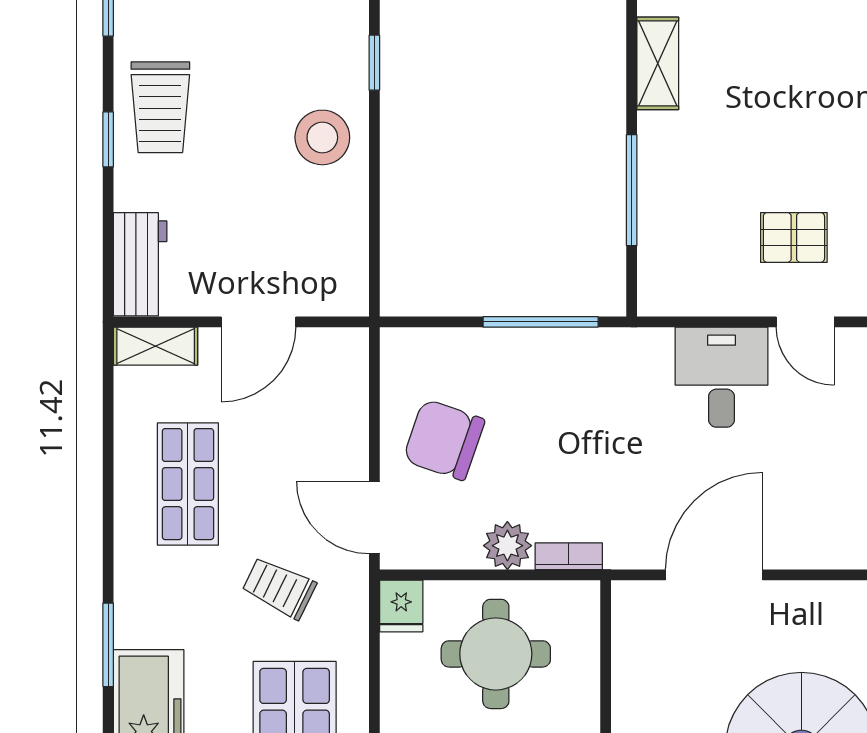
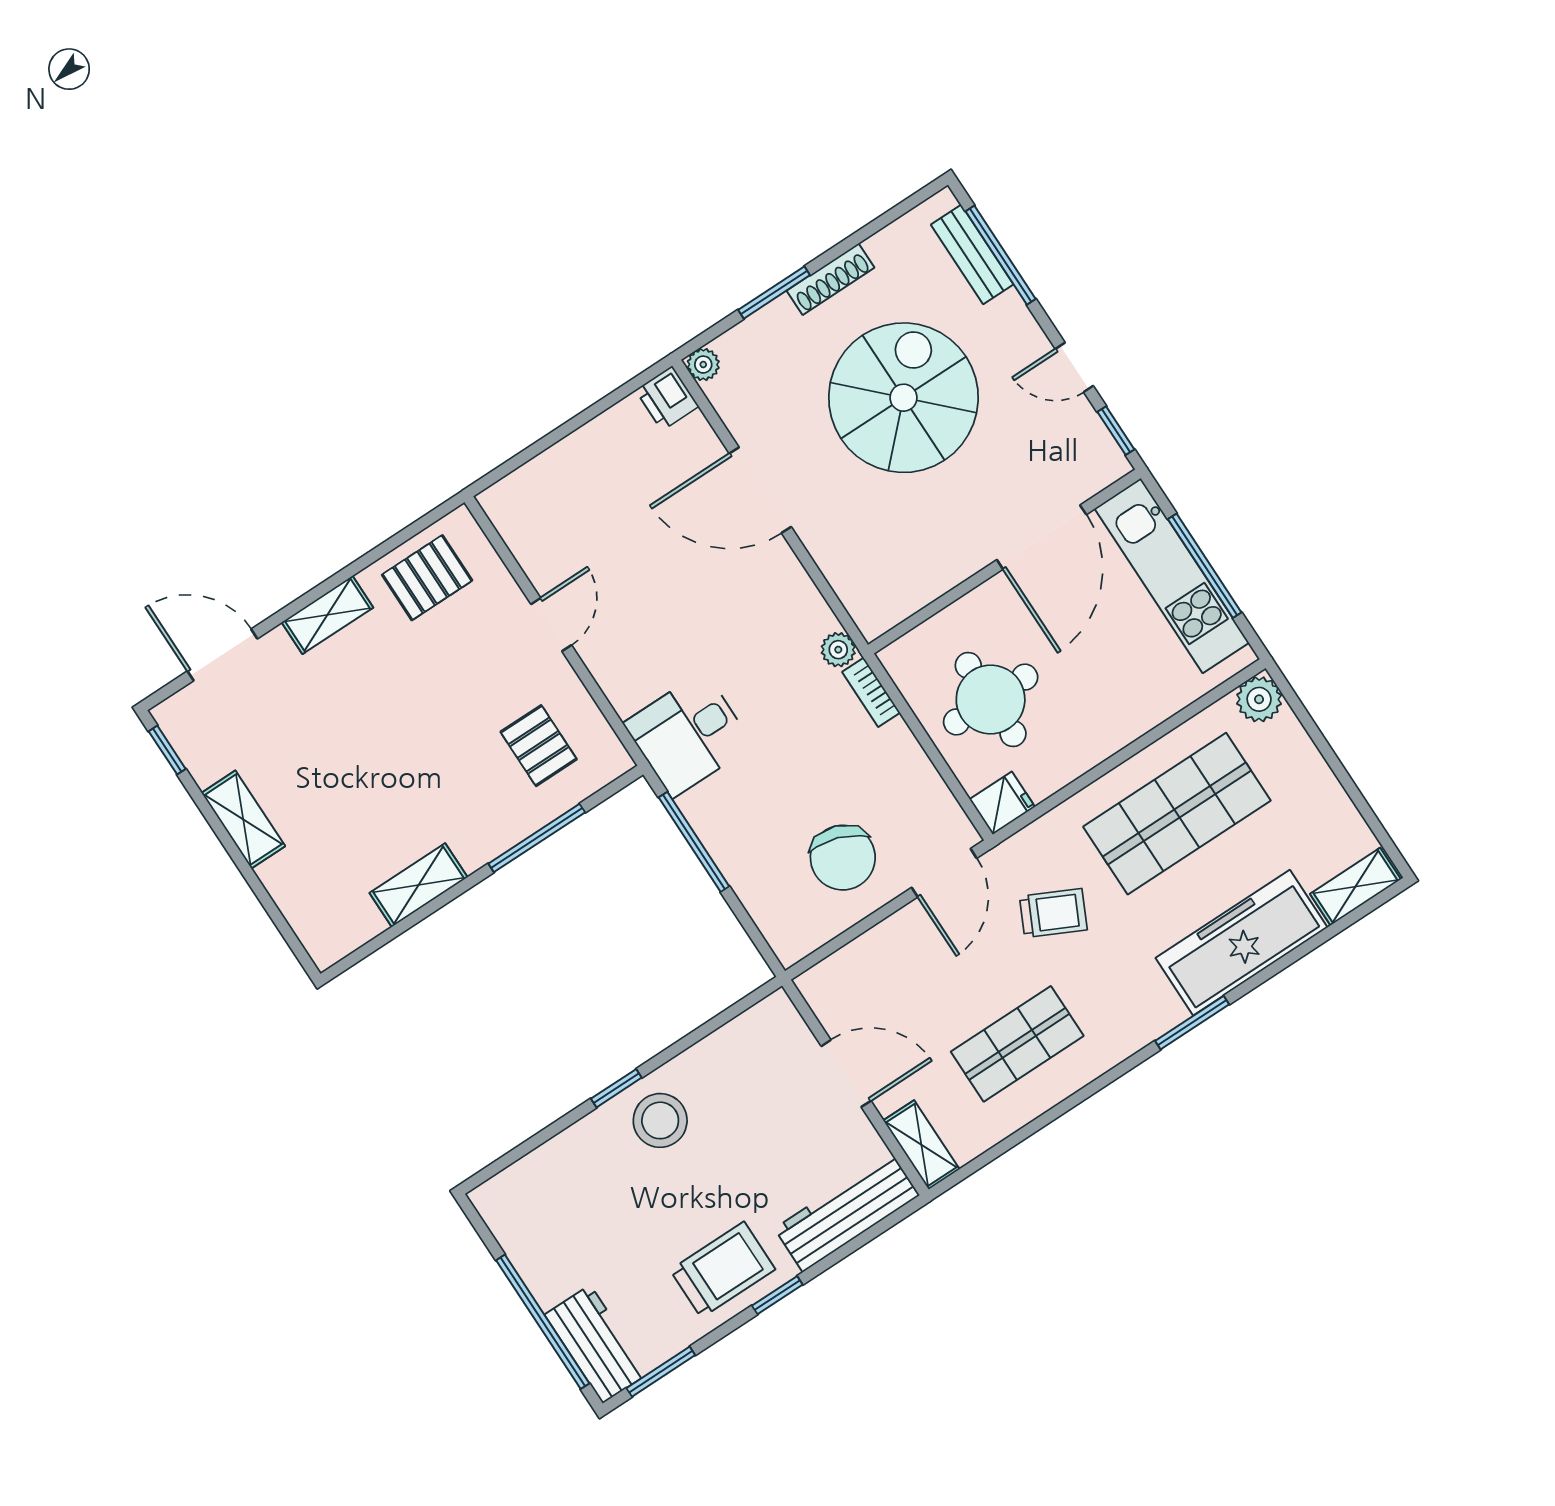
window: (374, 63) -> (616, 1088), moved
pallet: (794, 237) -> (539, 746), moved
workbench: (140, 264) -> (847, 1212), width x1.37
desk: (722, 377) -> (688, 734), moved
plant: (507, 546) -> (838, 650), moved, width x0.73, depth x0.73
door: (714, 575) -> (760, 490), moved
trolley: (279, 588) -> (1053, 913), turned -90

